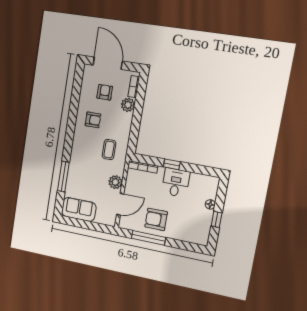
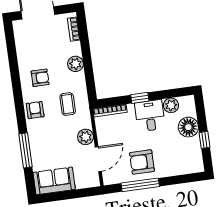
armchair: (105, 92) -> (35, 110), moved
plant: (128, 105) -> (75, 64), moved
plant: (197, 180) -> (171, 105), added
floor lamp: (210, 204) -> (188, 127), width x1.89, depth x1.89

